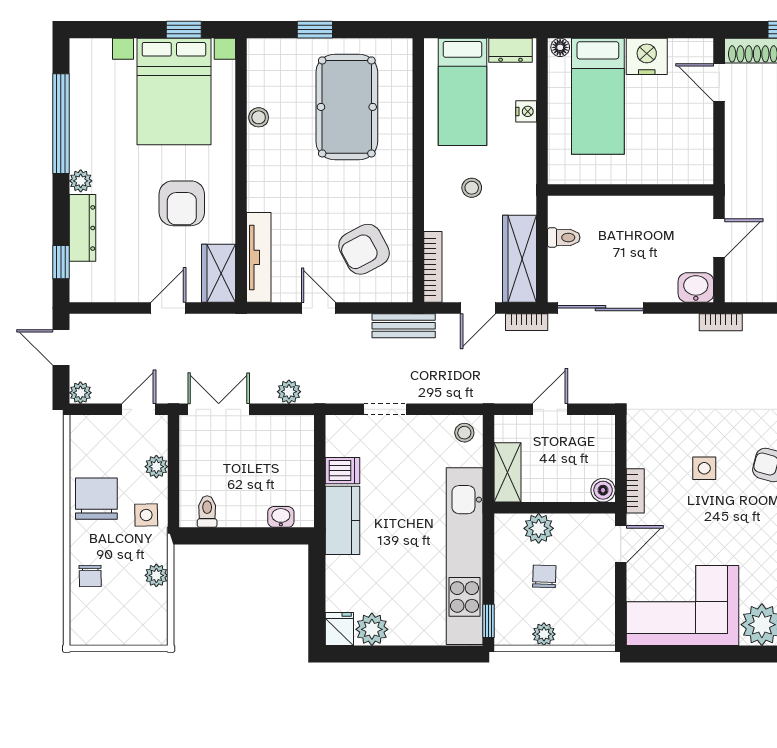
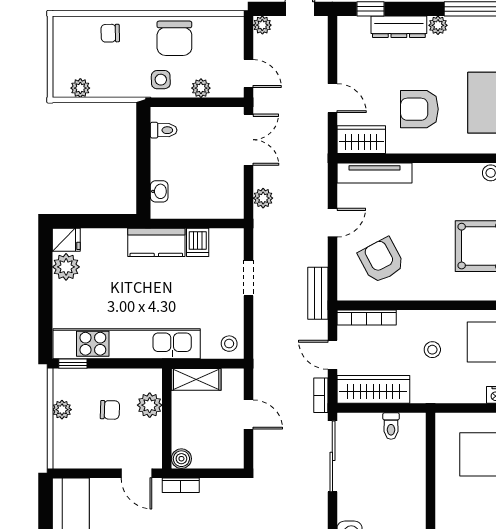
chair: (96, 499) -> (174, 38), turned 90
plant: (156, 575) -> (80, 88), moved

